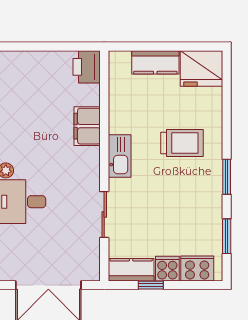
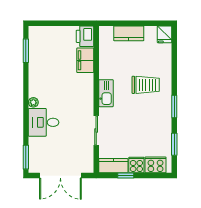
fridge: (201, 68) -> (165, 34), width x0.53, depth x0.75
filing cabinet: (87, 126) -> (85, 60), moved

